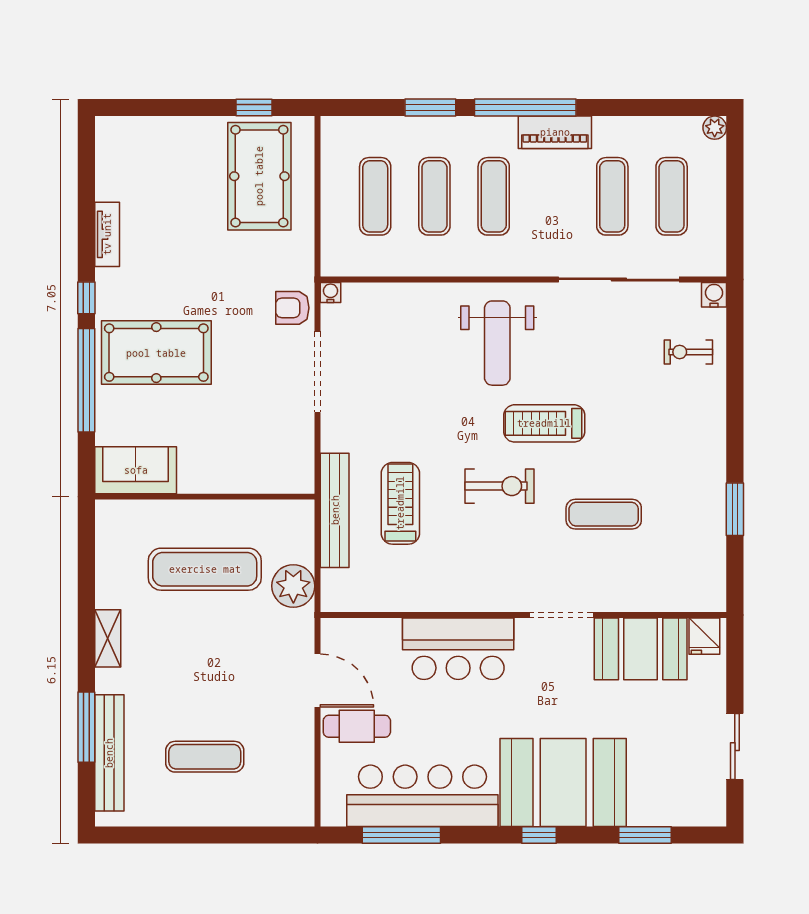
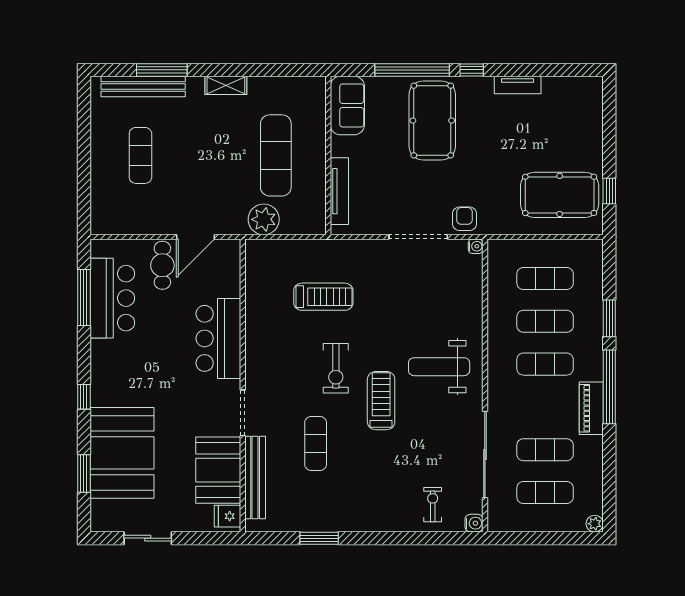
tv unit: (254, 481) -> (339, 191), added
bench: (335, 510) -> (255, 477), moved, turned 90
booth: (563, 782) -> (122, 453), moved
bar counter: (422, 796) -> (112, 298), width x0.73

